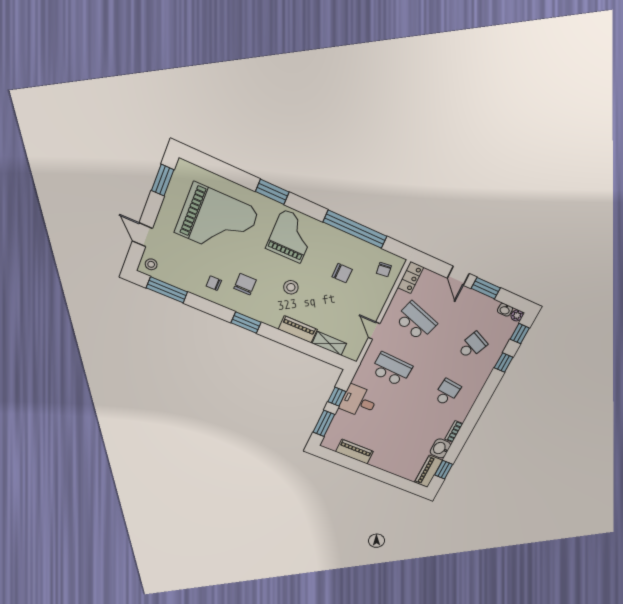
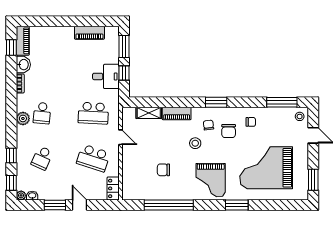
chair: (384, 270) -> (208, 125), moved
plant: (470, 395) -> (23, 118), added

